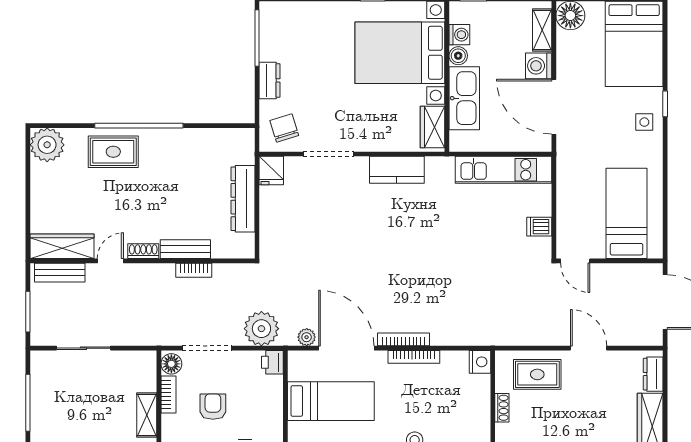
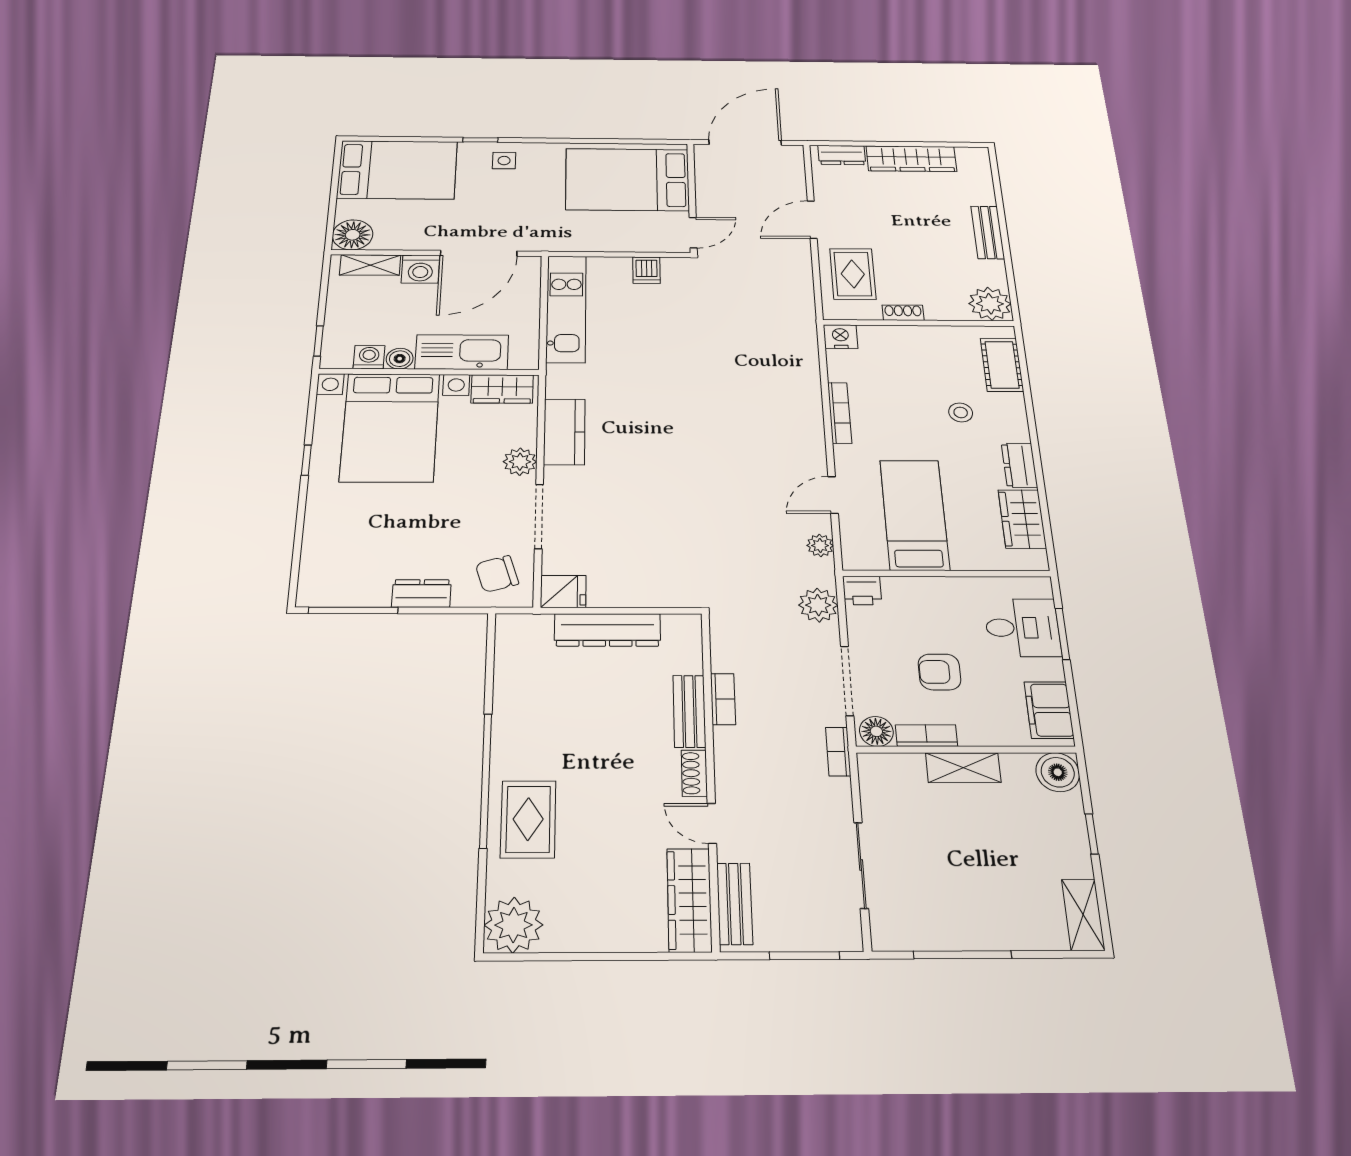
plant: (372, 140) -> (520, 462), added
bed: (627, 213) -> (627, 179), width x1.50
plant: (261, 329) -> (818, 605), width x0.73, depth x0.73
bookcase: (404, 339) -> (838, 752), moved, width x0.64
door: (346, 348) -> (833, 495), width x0.53

